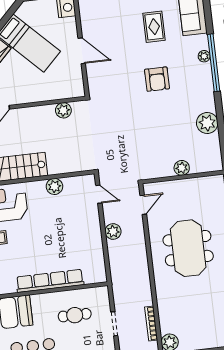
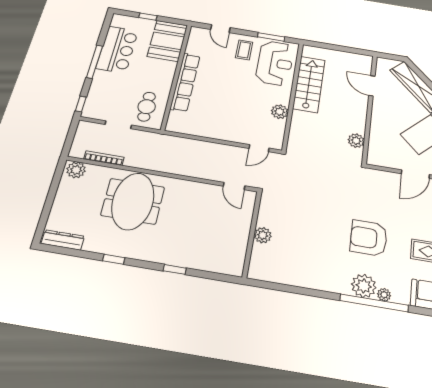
armchair: (157, 79) -> (369, 238), width x1.36, depth x1.36
plant: (207, 123) -> (364, 286), moved
plant: (113, 231) -> (215, 150), removed
meeting table: (188, 248) -> (133, 201), moved, turned 90
cafe table: (75, 315) -> (147, 107), moved

